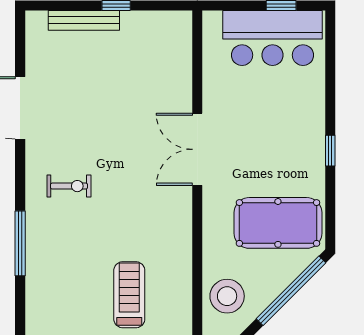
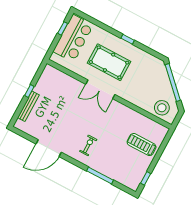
pool table: (278, 223) -> (109, 62), moved, turned 90

